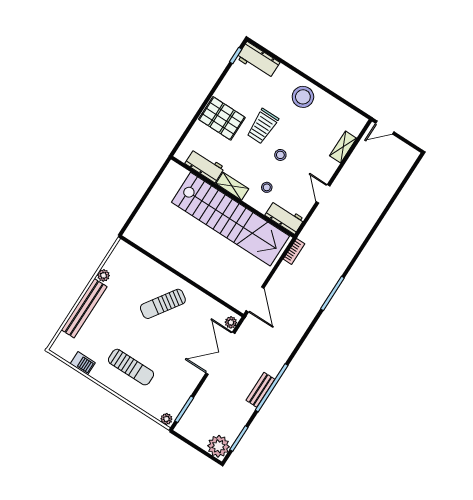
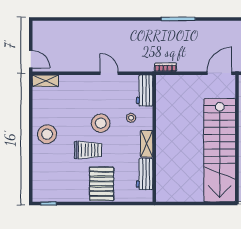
workbench: (258, 60) -> (41, 185), removed
shelving: (343, 147) -> (45, 81), moved
stool: (280, 155) -> (101, 123), width x1.89, depth x1.89
door: (323, 194) -> (109, 73), swing flipped
stairs: (230, 219) -> (220, 150), moved, turned 180

